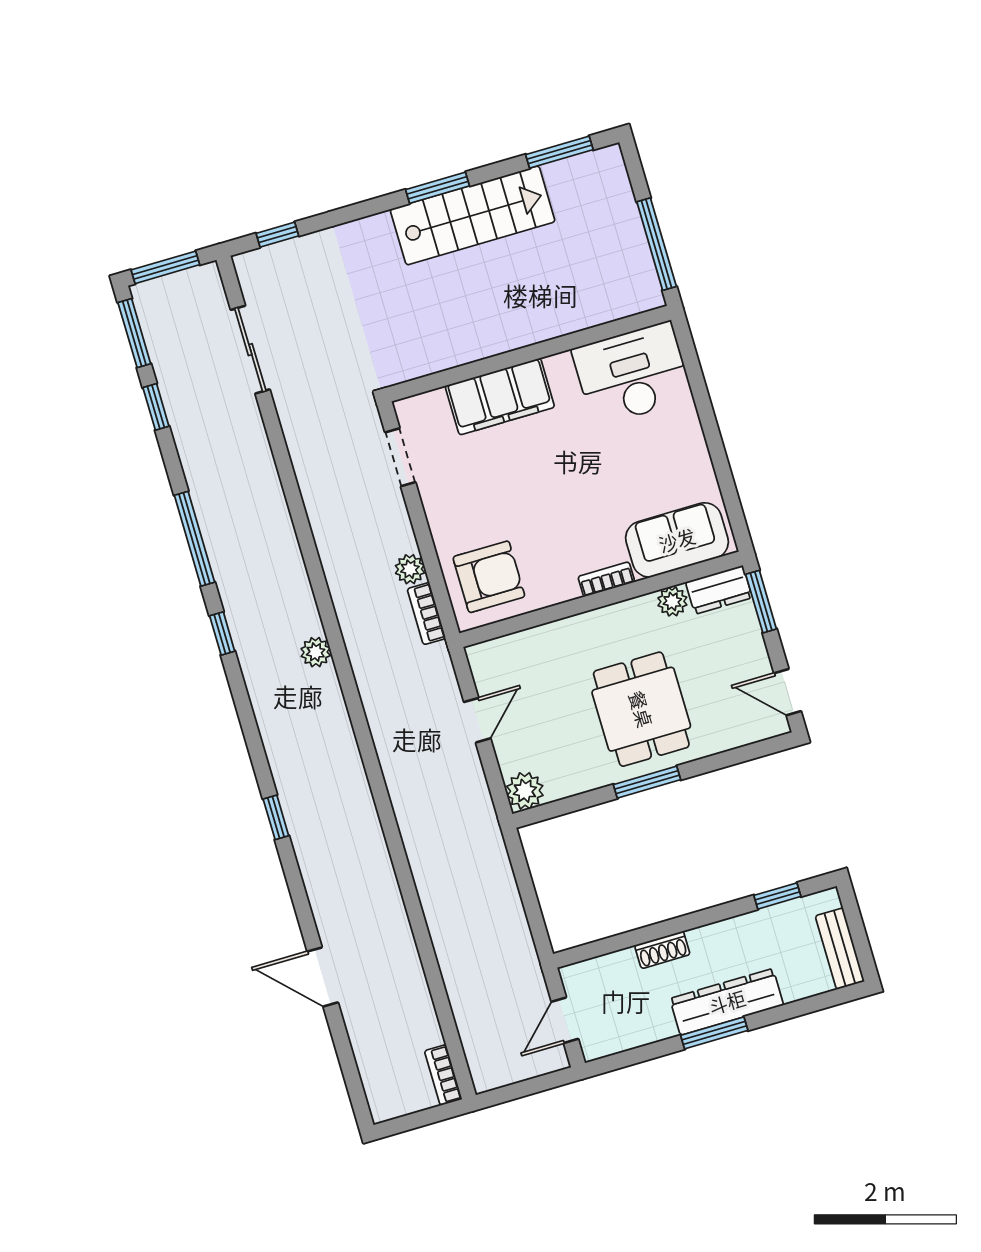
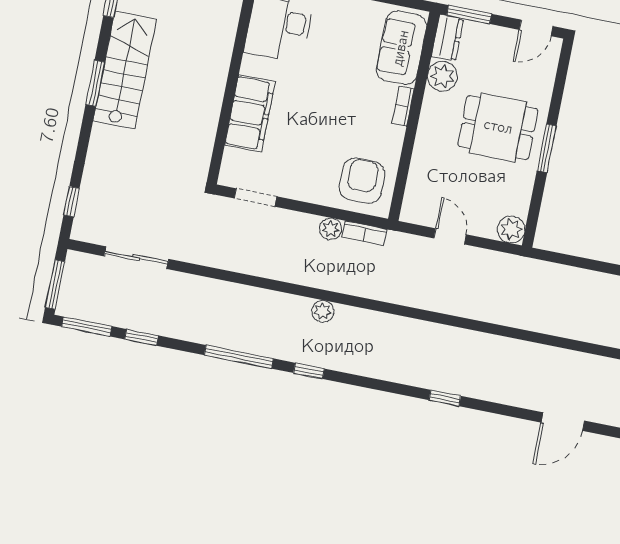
plant: (672, 601) -> (442, 76), width x1.38, depth x1.38
plant: (316, 652) -> (323, 311), moved

